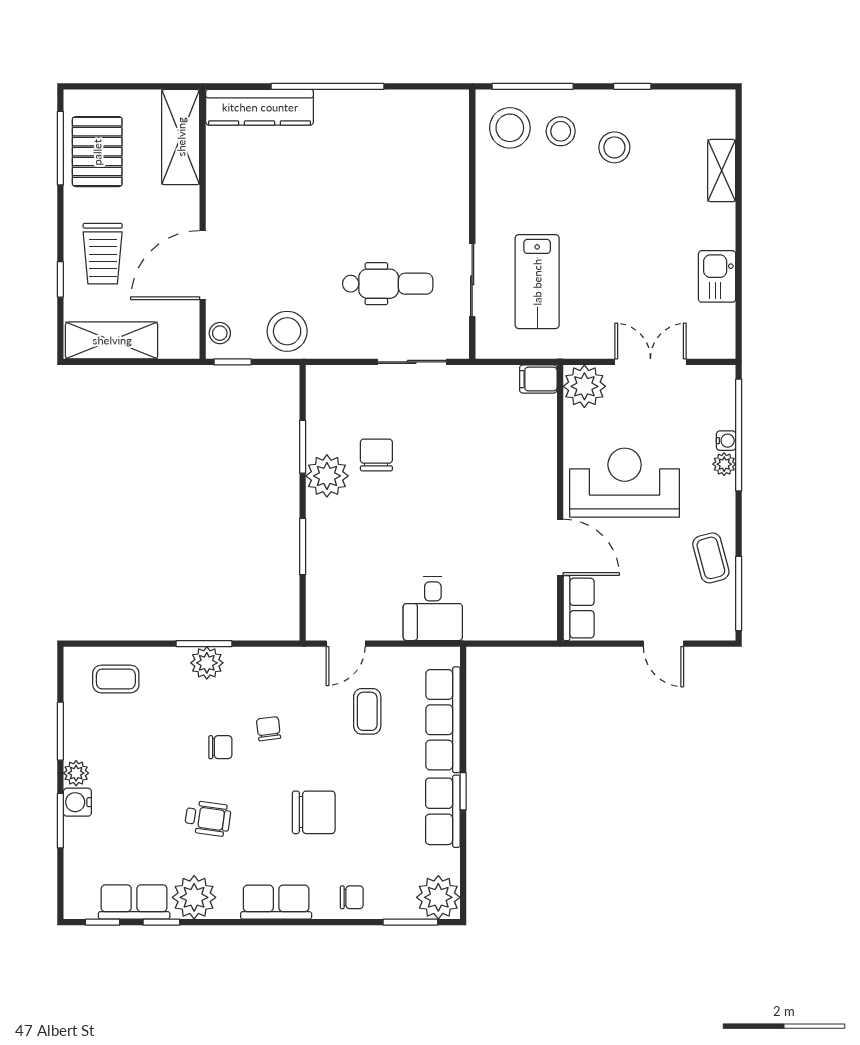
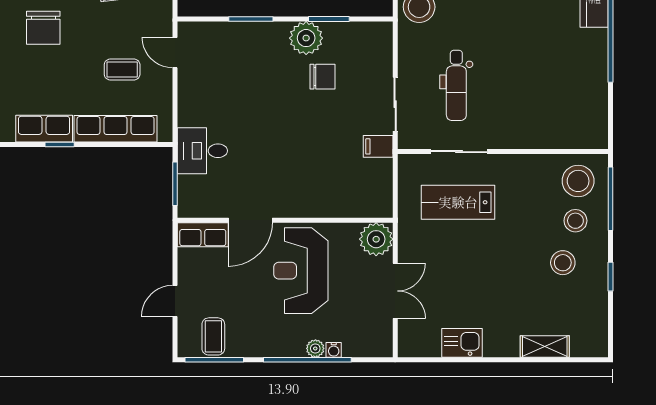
filing cabinet: (538, 379) -> (378, 146), moved, turned -90
window: (739, 435) -> (307, 360), moved
reception desk: (625, 483) -> (301, 271), turned 180
coffee table: (711, 558) -> (213, 336), moved, turned -75
desk: (433, 609) -> (202, 151), moved
window: (513, 644) -> (175, 184), added

